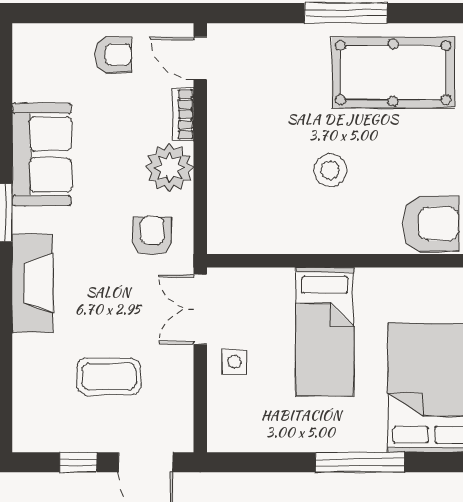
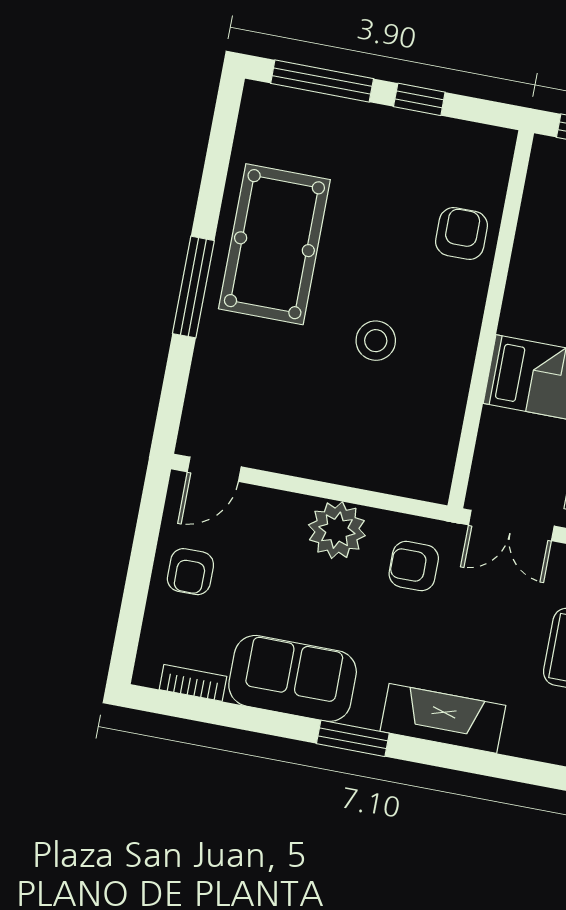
armchair: (113, 55) -> (190, 572), turned 180
bookcase: (183, 114) -> (193, 683), moved, turned 180
armchair: (431, 224) -> (462, 233), width x0.72, depth x0.72

